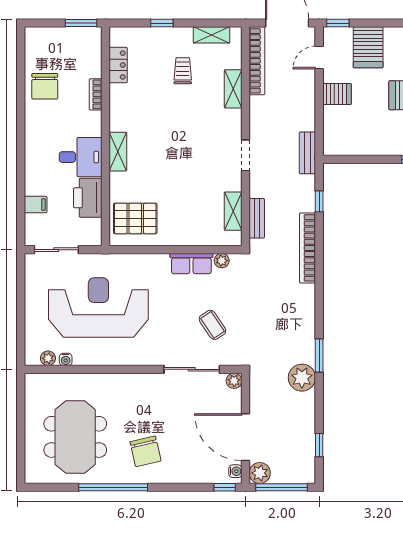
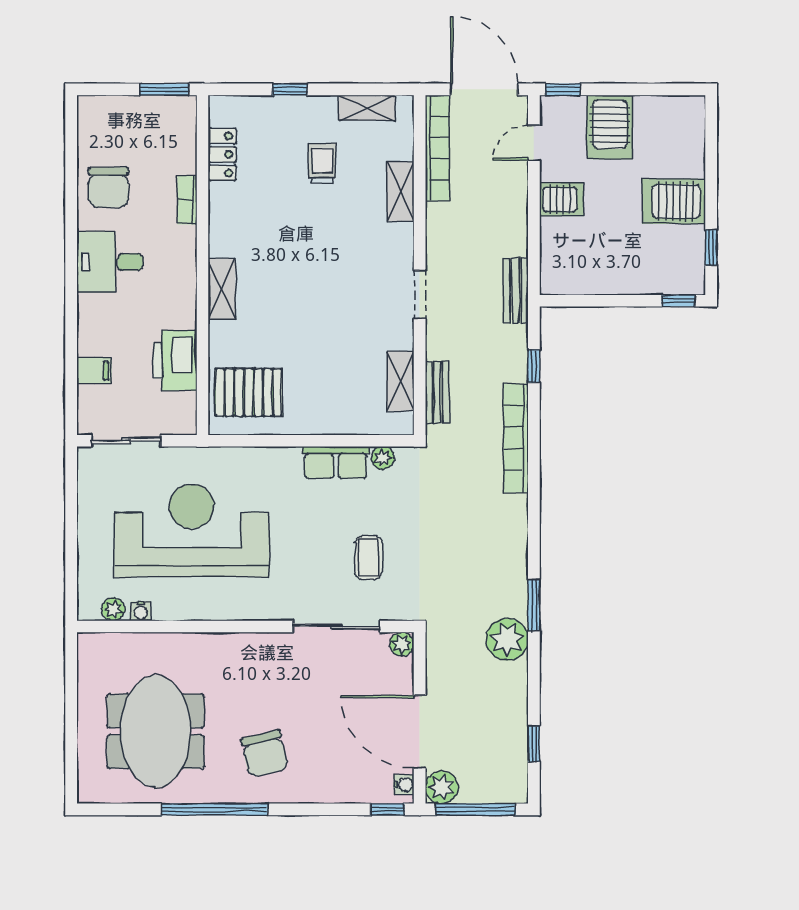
desk: (81, 157) -> (110, 262), moved, turned 180
coffee table: (212, 325) -> (368, 558), turned 34

